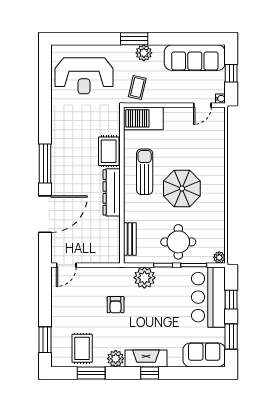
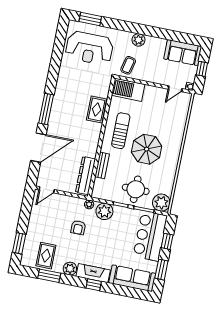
window: (134, 39) -> (90, 19), moved
sofa: (195, 58) -> (183, 53), width x0.73
dresser: (112, 192) -> (86, 176), moved
bench: (130, 239) -> (102, 165), moved
plant: (219, 257) -> (161, 203), width x1.88, depth x1.88
plant: (123, 273) -> (89, 204), added
sofa: (204, 355) -> (132, 278), width x1.36

